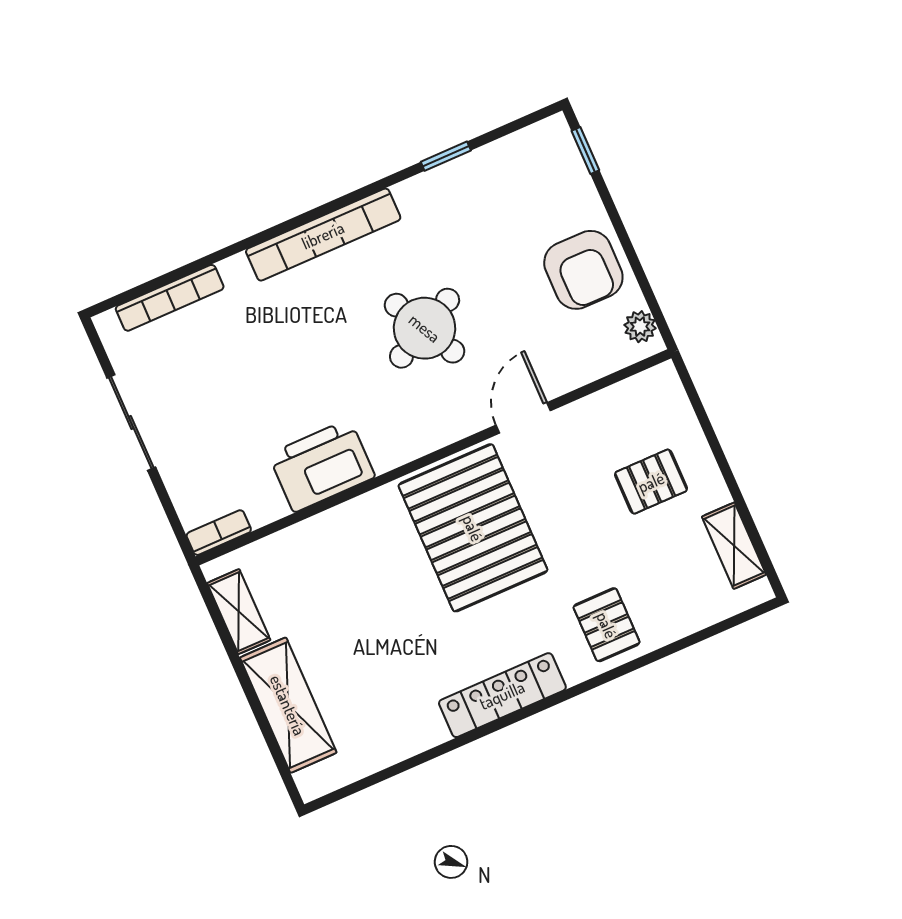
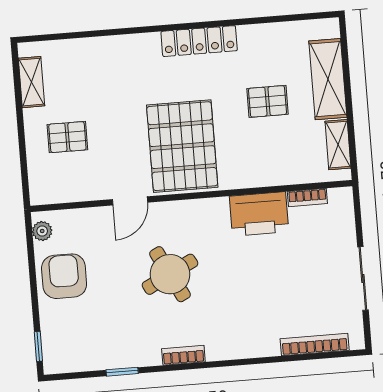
bookcase: (323, 235) -> (183, 355), width x0.43, depth x0.76
bookcase: (219, 533) -> (307, 198), moved
pallet: (607, 625) -> (267, 101), moved, turned 90

